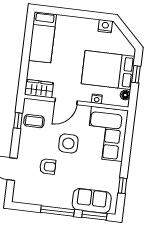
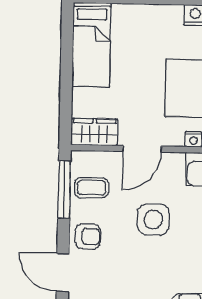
window: (18, 121) -> (64, 189), width x2.17
armchair: (48, 166) -> (88, 236), moved

